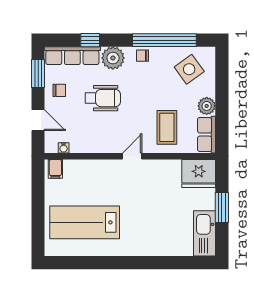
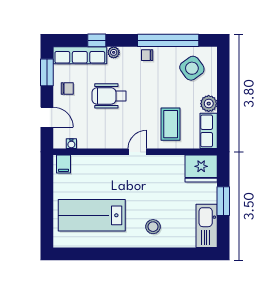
plant: (113, 58) -> (114, 52), width x0.53, depth x0.53
wheelchair: (103, 98) -> (109, 96), turned 180
stool: (149, 234) -> (153, 227), added

